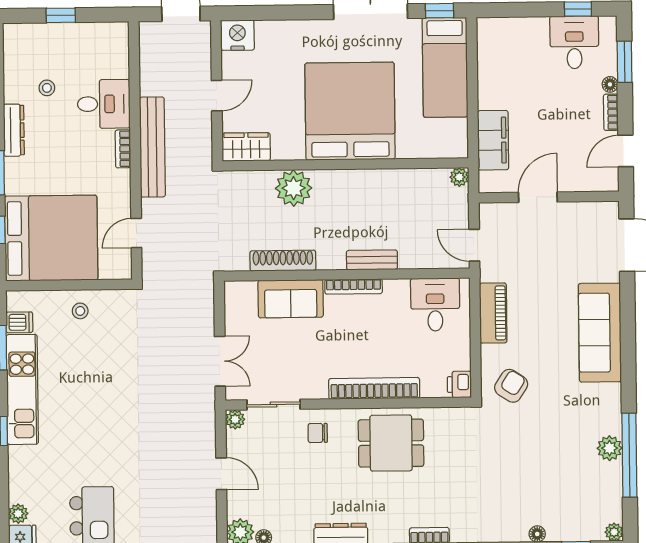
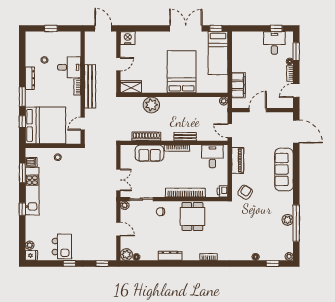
bed: (350, 111) -> (182, 72), width x0.73
dining table: (391, 443) -> (192, 216), turned 90

